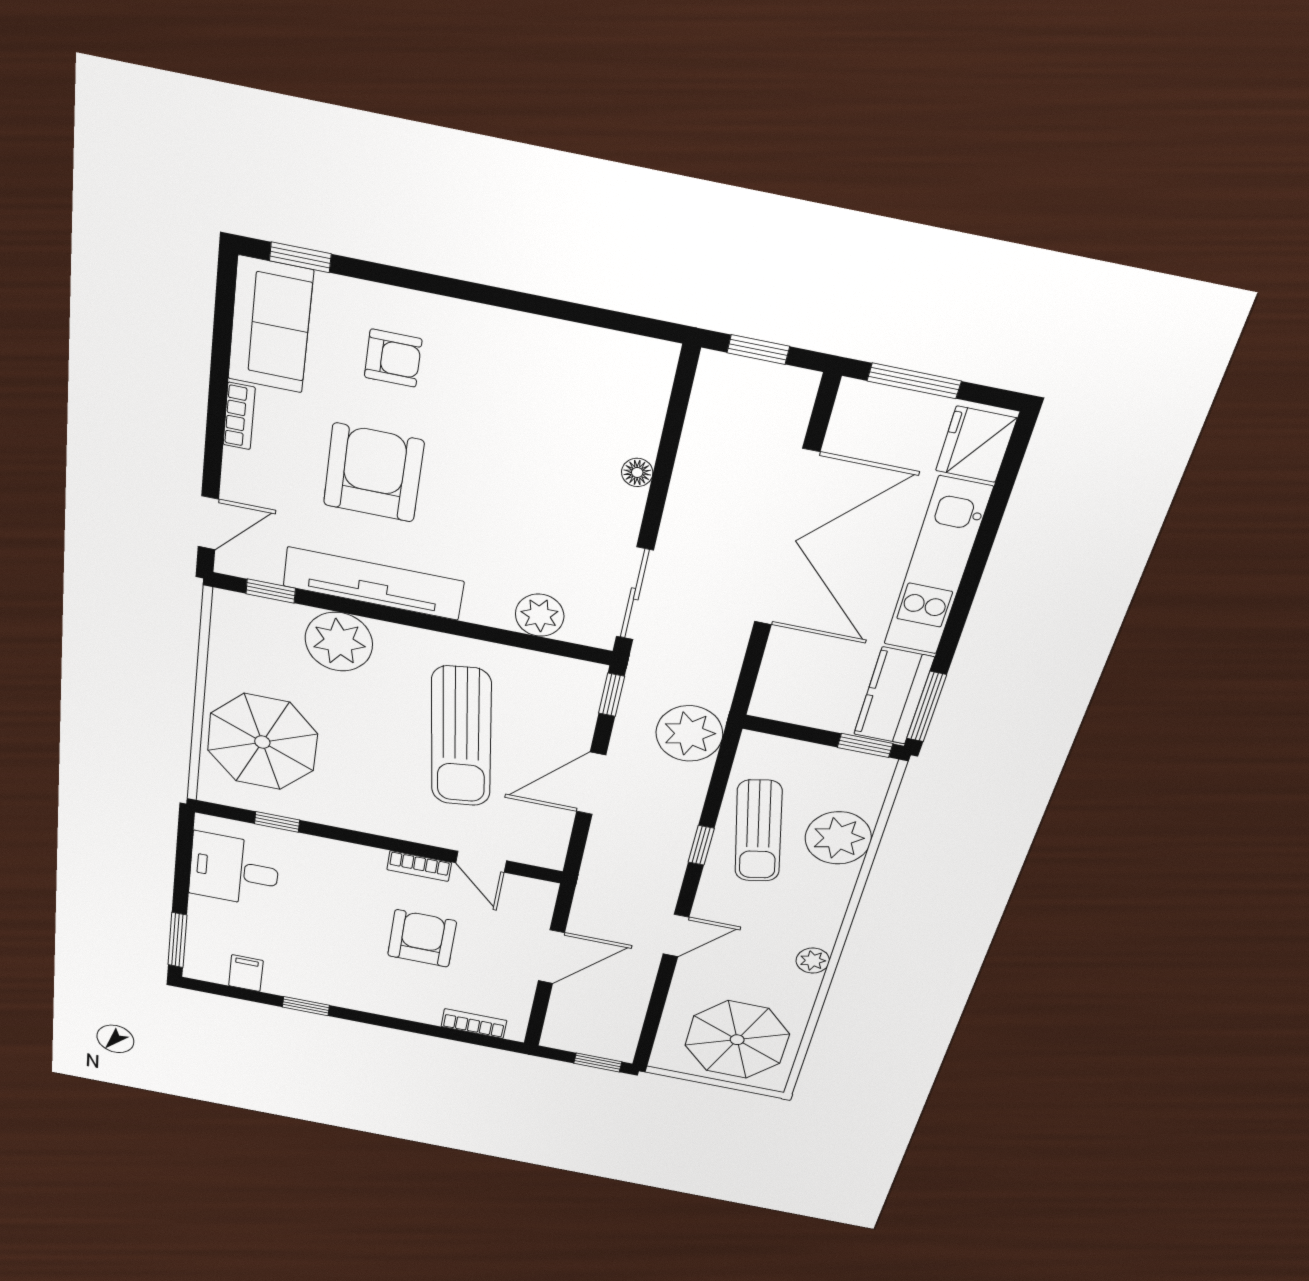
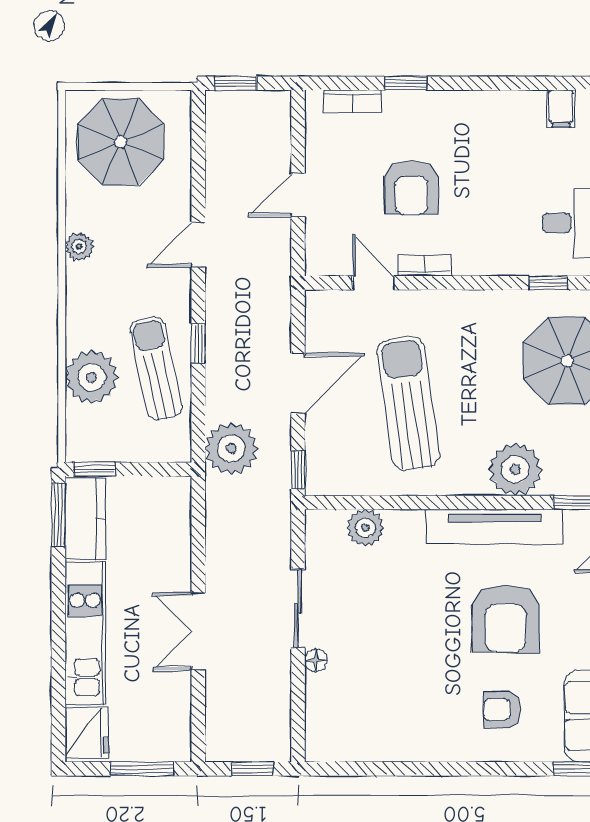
double door: (786, 539) -> (198, 631), width x0.54
sliding door: (635, 594) -> (298, 608), moved
door: (551, 957) -> (298, 195), width x0.73
window: (306, 1006) -> (406, 83), moved

